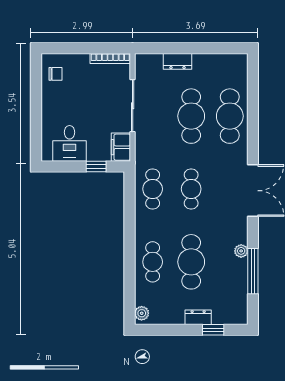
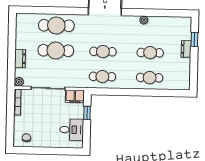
cafe table: (191, 262) -> (150, 53), width x0.73, depth x0.74
window: (253, 271) -> (157, 13), removed
plant: (142, 313) -> (19, 82), moved

